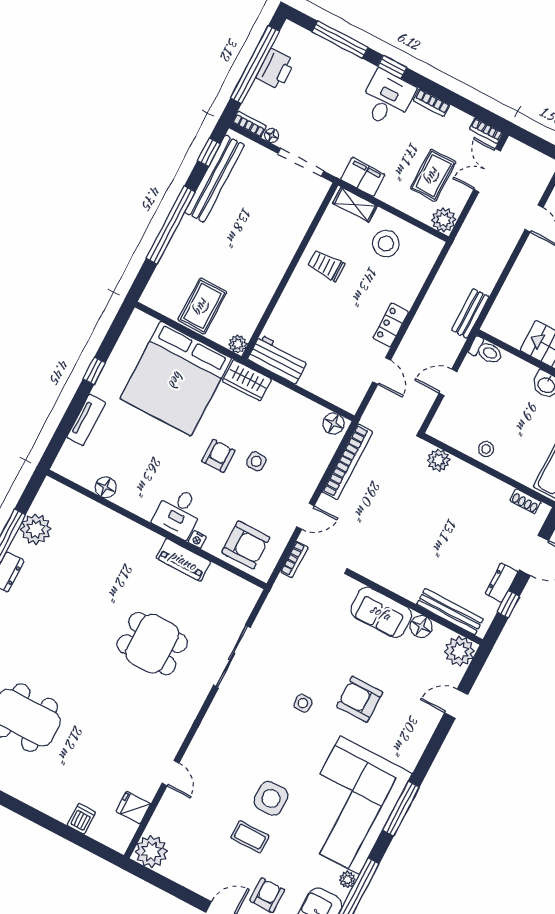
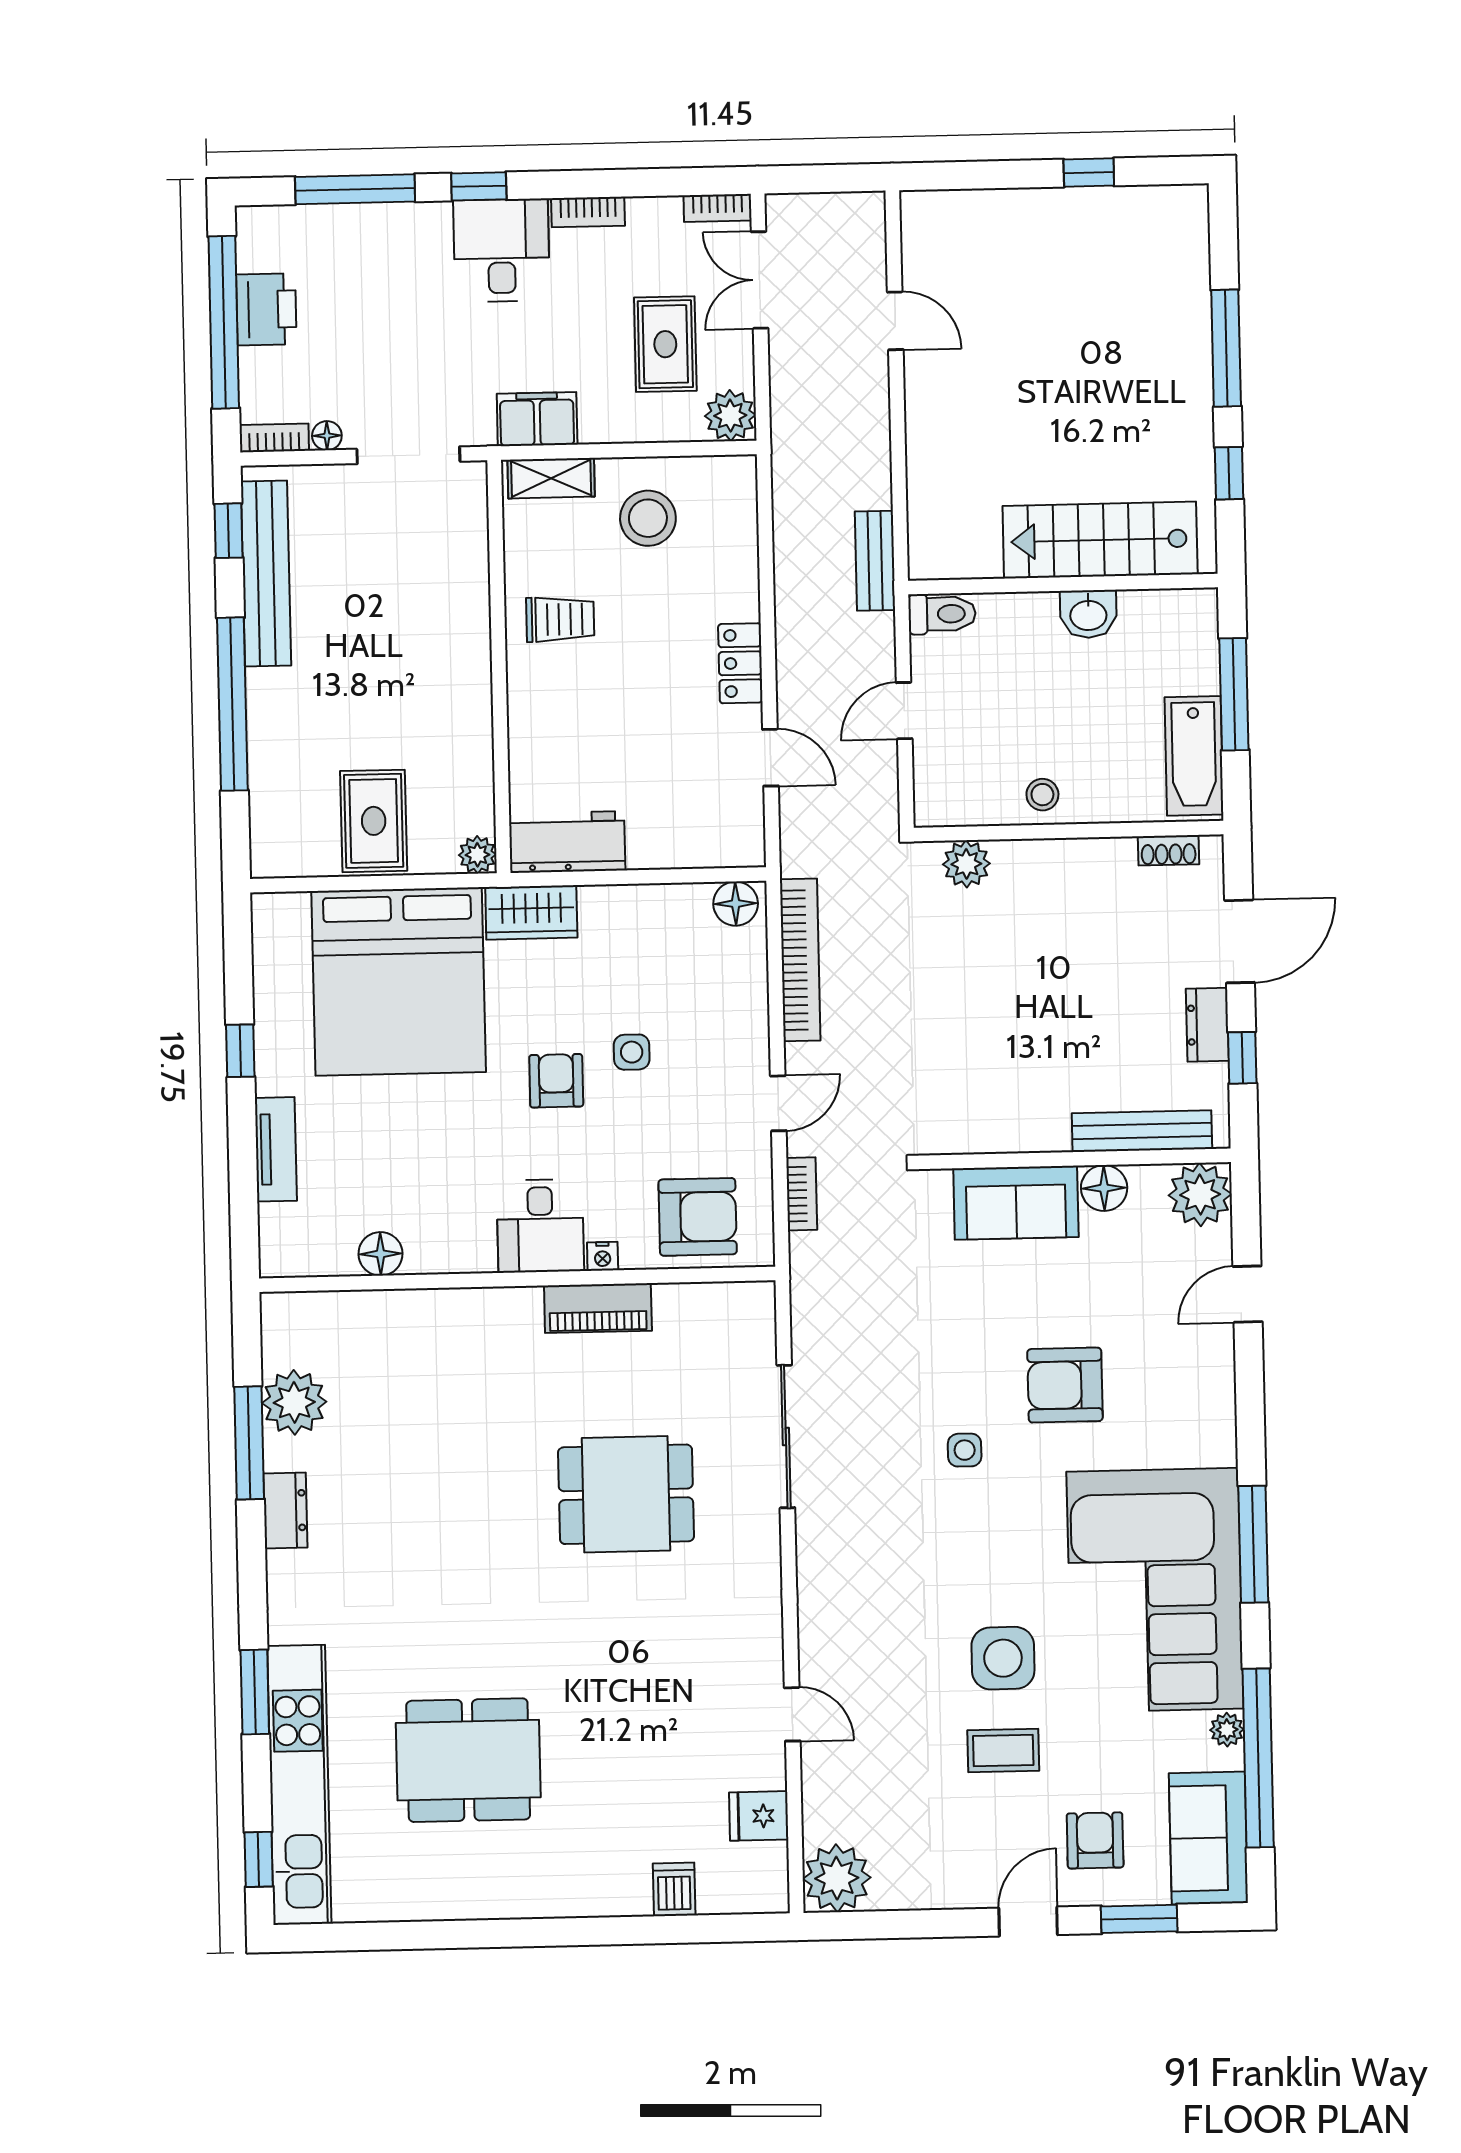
trolley: (326, 265) -> (560, 619), turned 180

